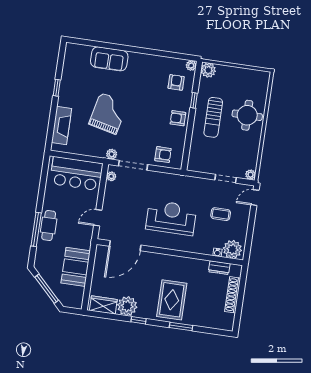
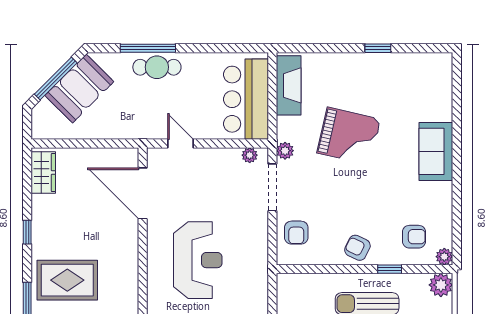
sofa: (109, 59) -> (436, 151), moved
armchair: (178, 118) -> (357, 248), turned -64
fireplace: (62, 125) -> (289, 85), moved, turned -90
booth: (76, 267) -> (79, 89), moved, turned -45
plant: (127, 306) -> (47, 211), removed

